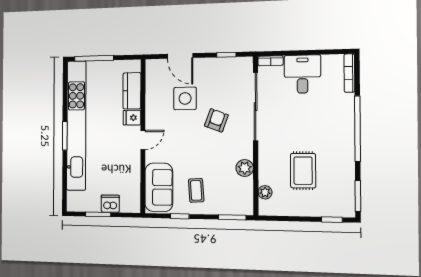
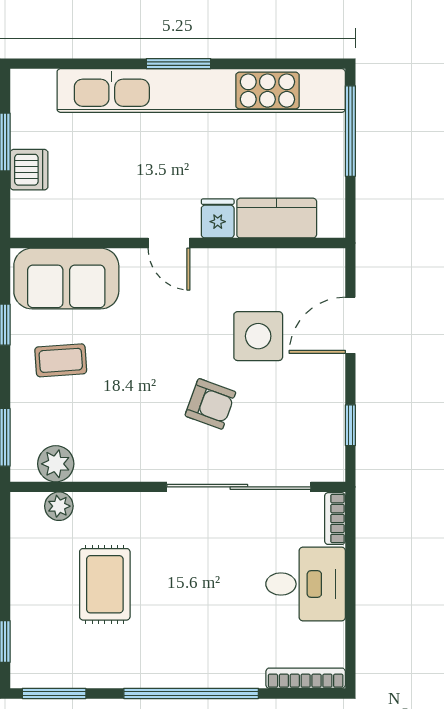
plant: (245, 168) -> (56, 464), moved
rug: (303, 171) -> (105, 584), turned 90

